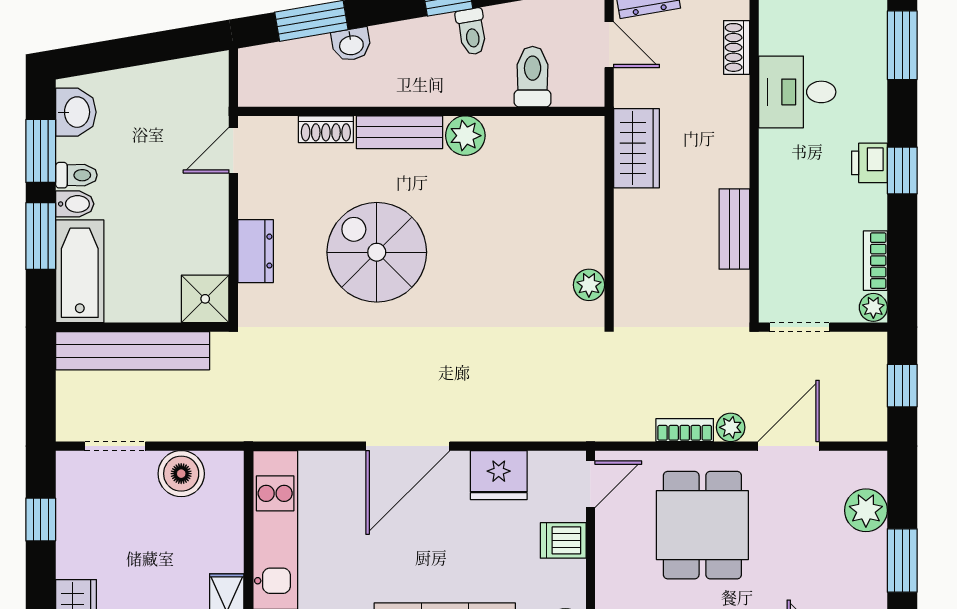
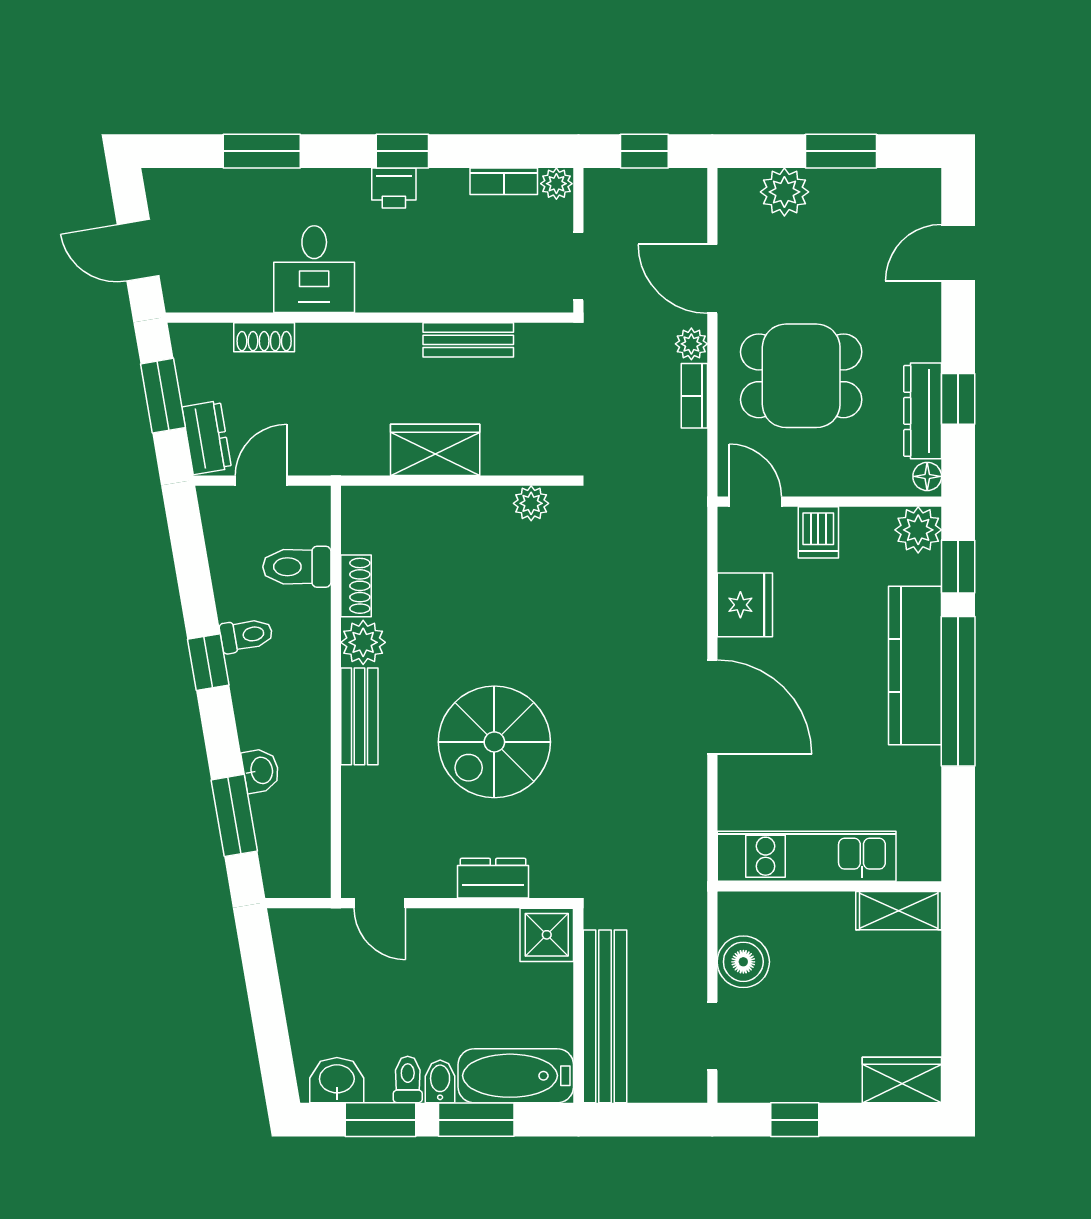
shoe rack: (326, 129) -> (356, 586), moved
wardrobe: (637, 148) -> (435, 450), moved

